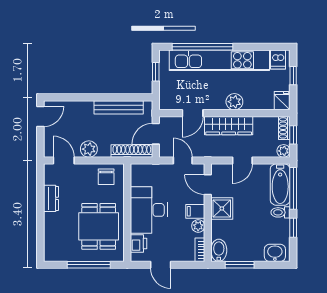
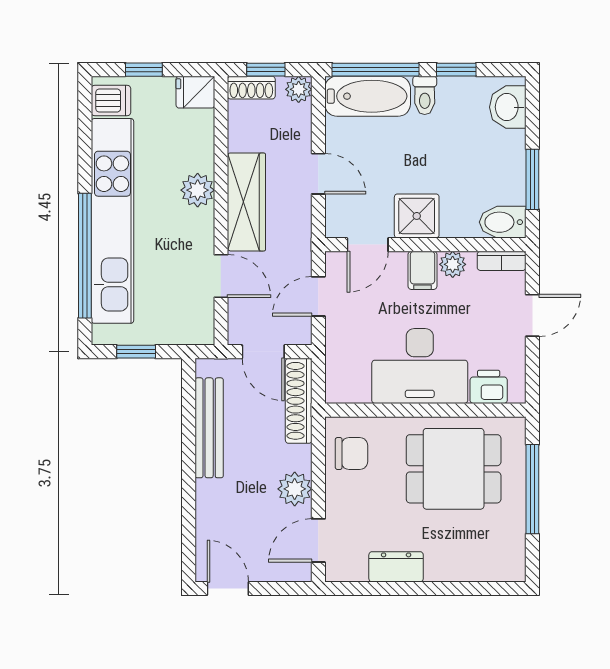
door: (161, 265) -> (532, 315), moved

